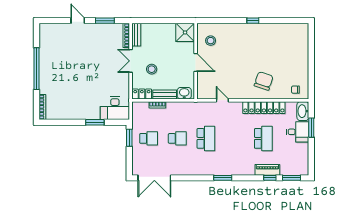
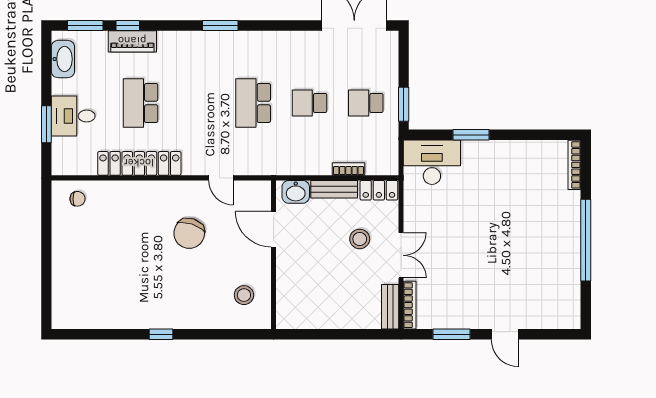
shower: (185, 32) -> (294, 311), removed
door: (196, 63) -> (274, 229), moved
chair: (264, 81) -> (189, 233), moved
washbasin: (303, 111) -> (63, 59), moved

